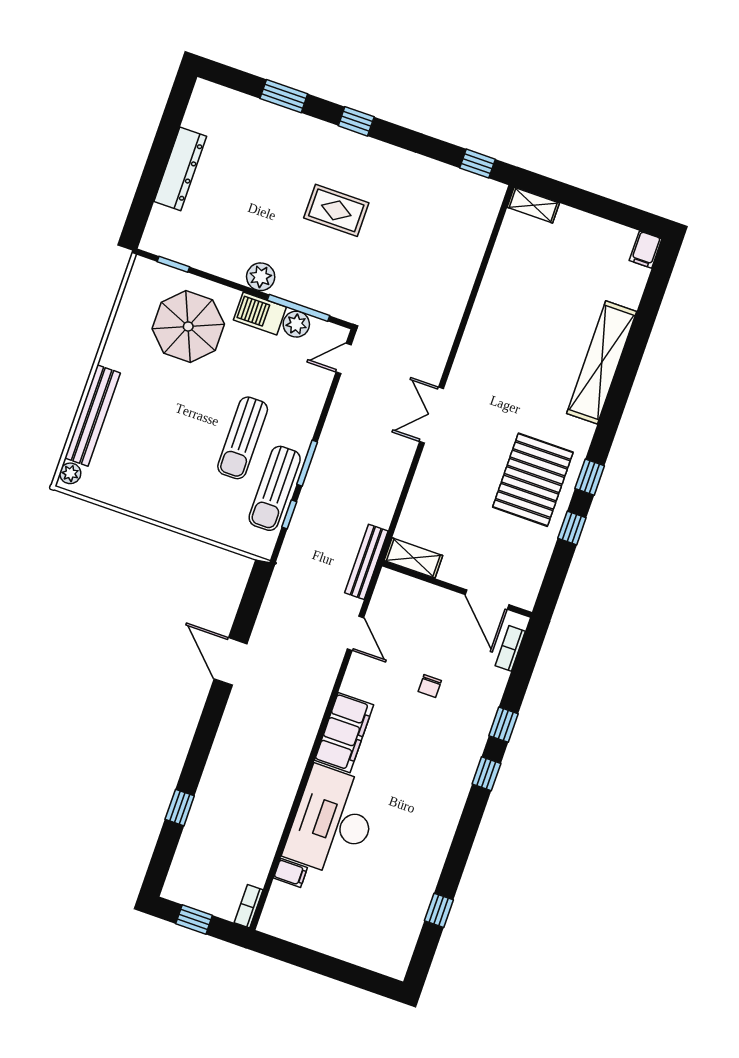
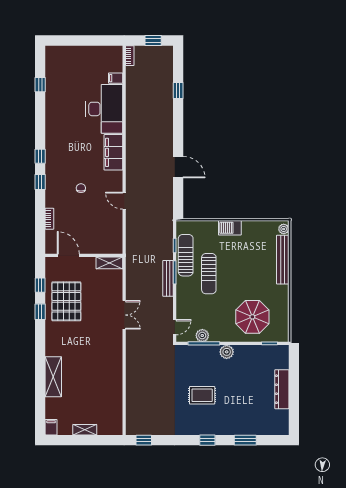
shelving: (533, 205) -> (85, 430), moved
barbecue: (260, 313) -> (230, 228), moved, turned 180
shelving: (602, 362) -> (53, 377), width x0.68
sun lounger: (243, 438) -> (209, 274), turned 180
shelving: (413, 558) -> (109, 263), moved
bench: (366, 562) -> (168, 278), moved
wall: (457, 589) -> (84, 255), moved
door: (487, 600) -> (68, 255), moved

